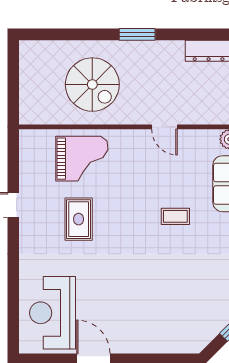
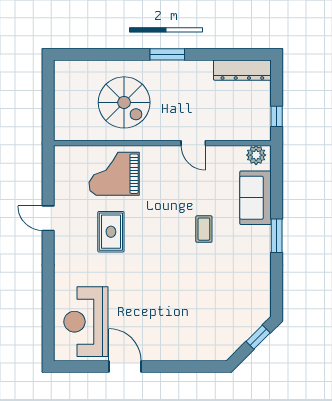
grand piano: (82, 159) -> (114, 174), turned 180
coffee table: (175, 216) -> (204, 229), turned 90

